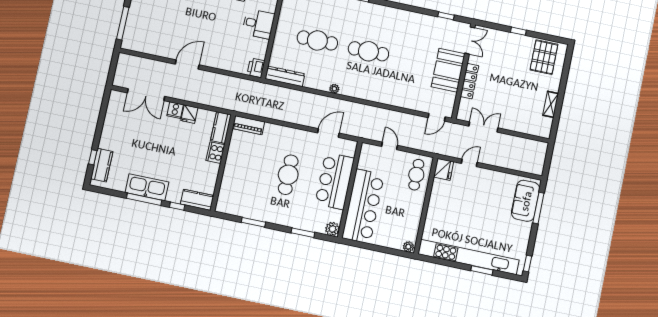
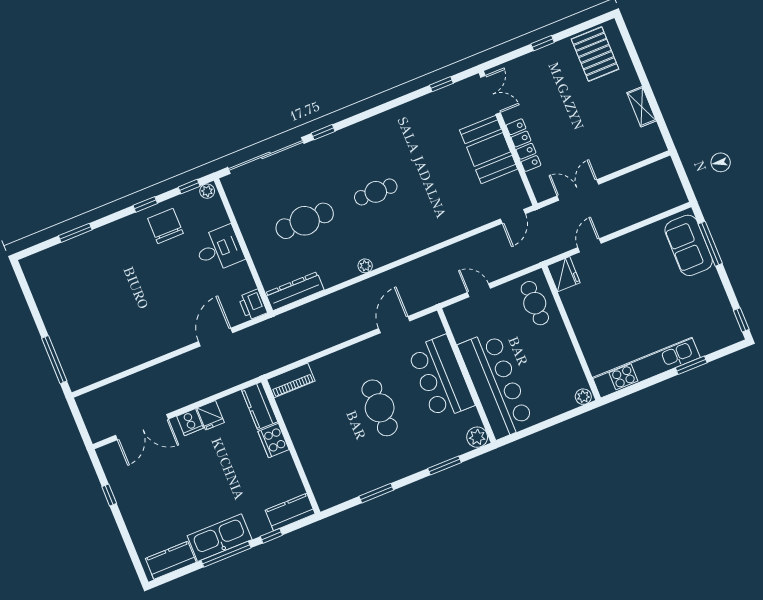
cafe table: (368, 51) -> (376, 192), width x0.73, depth x0.74
door: (187, 64) -> (216, 337), moved
window: (93, 157) -> (109, 495), moved
kitchen counter: (102, 165) -> (171, 560), moved, turned -90
kitchen unit: (468, 257) -> (646, 368), width x0.73

